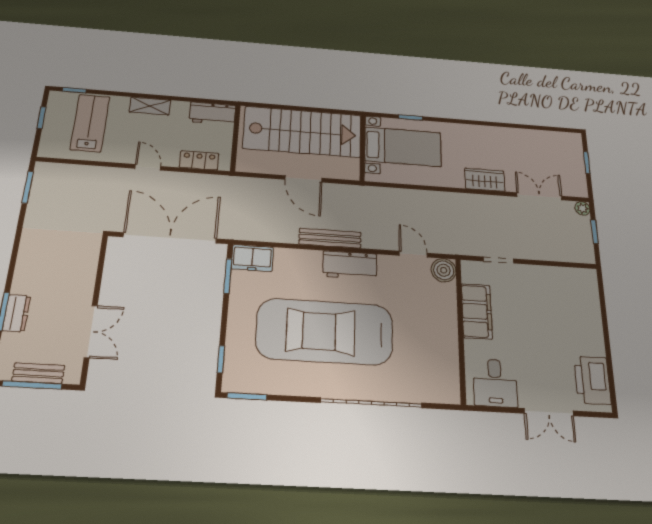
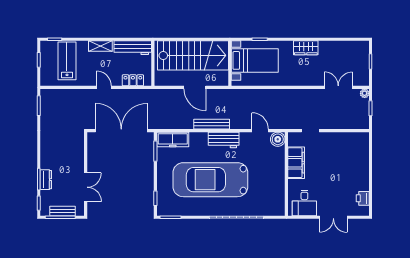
workbench: (212, 113) -> (133, 48), width x1.38
wardrobe: (485, 180) -> (306, 48), moved, turned 180
freezer: (252, 258) -> (173, 139), width x1.40
printer: (592, 380) -> (363, 198), width x0.53, depth x0.68

